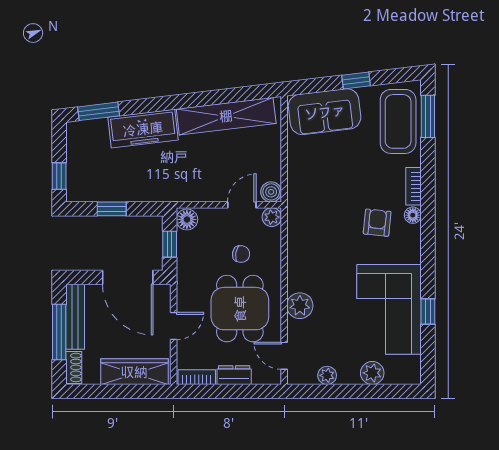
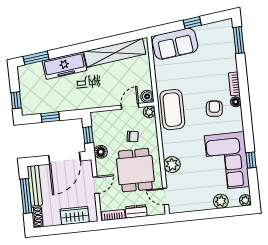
coffee table: (398, 121) -> (172, 110), moved
floor lamp: (187, 219) -> (101, 152), moved
door: (128, 277) -> (64, 158), hinge flipped
wardrobe: (134, 372) -> (75, 216), width x0.67
plant: (327, 375) -> (245, 200), moved

